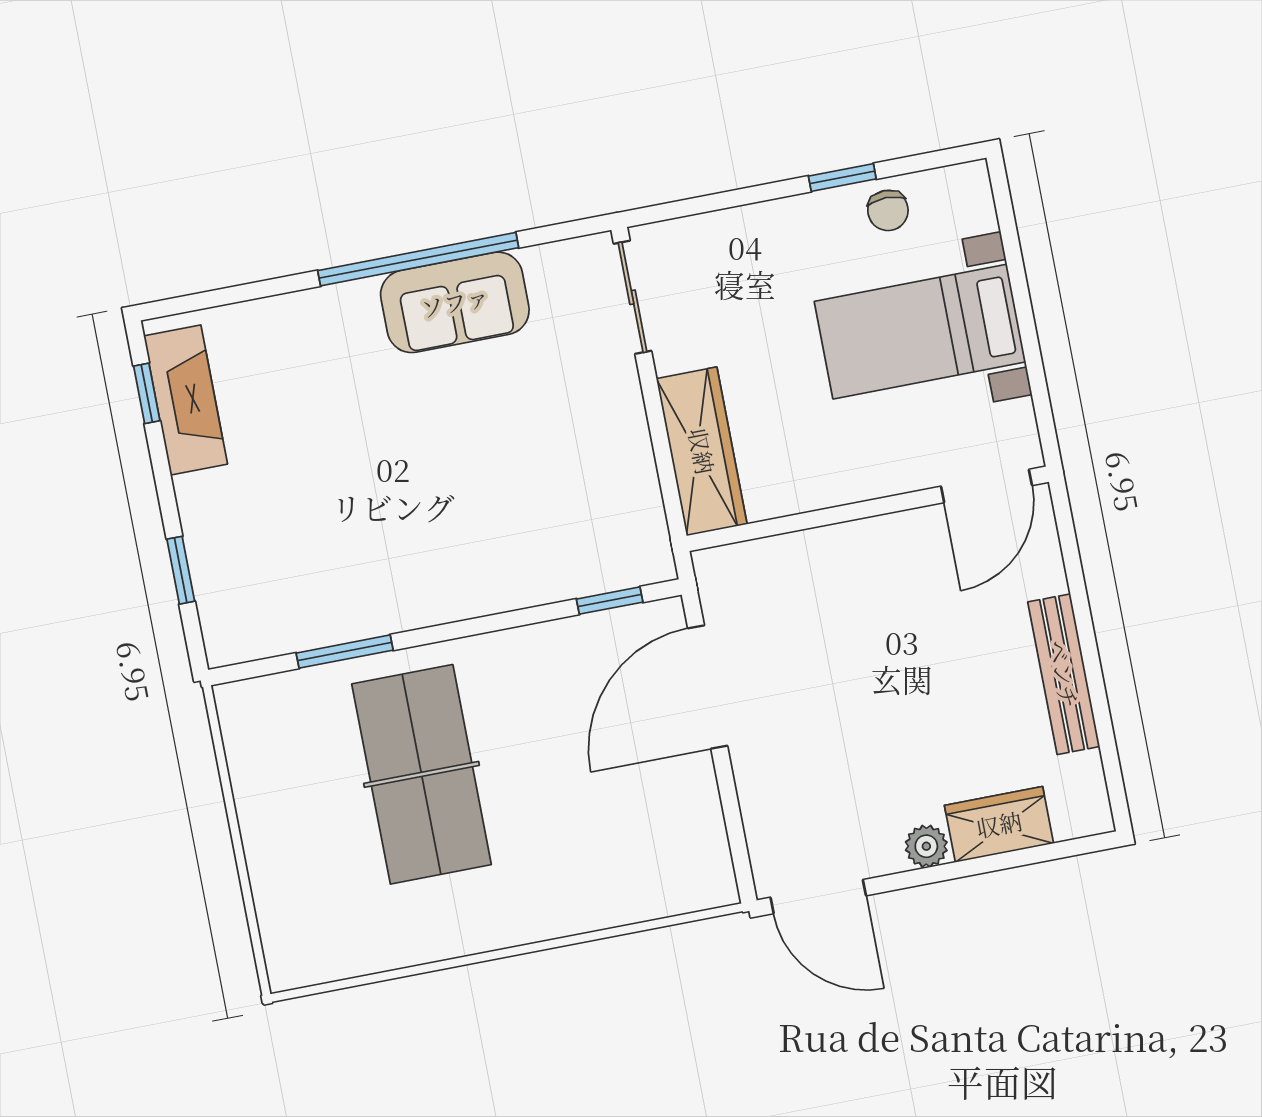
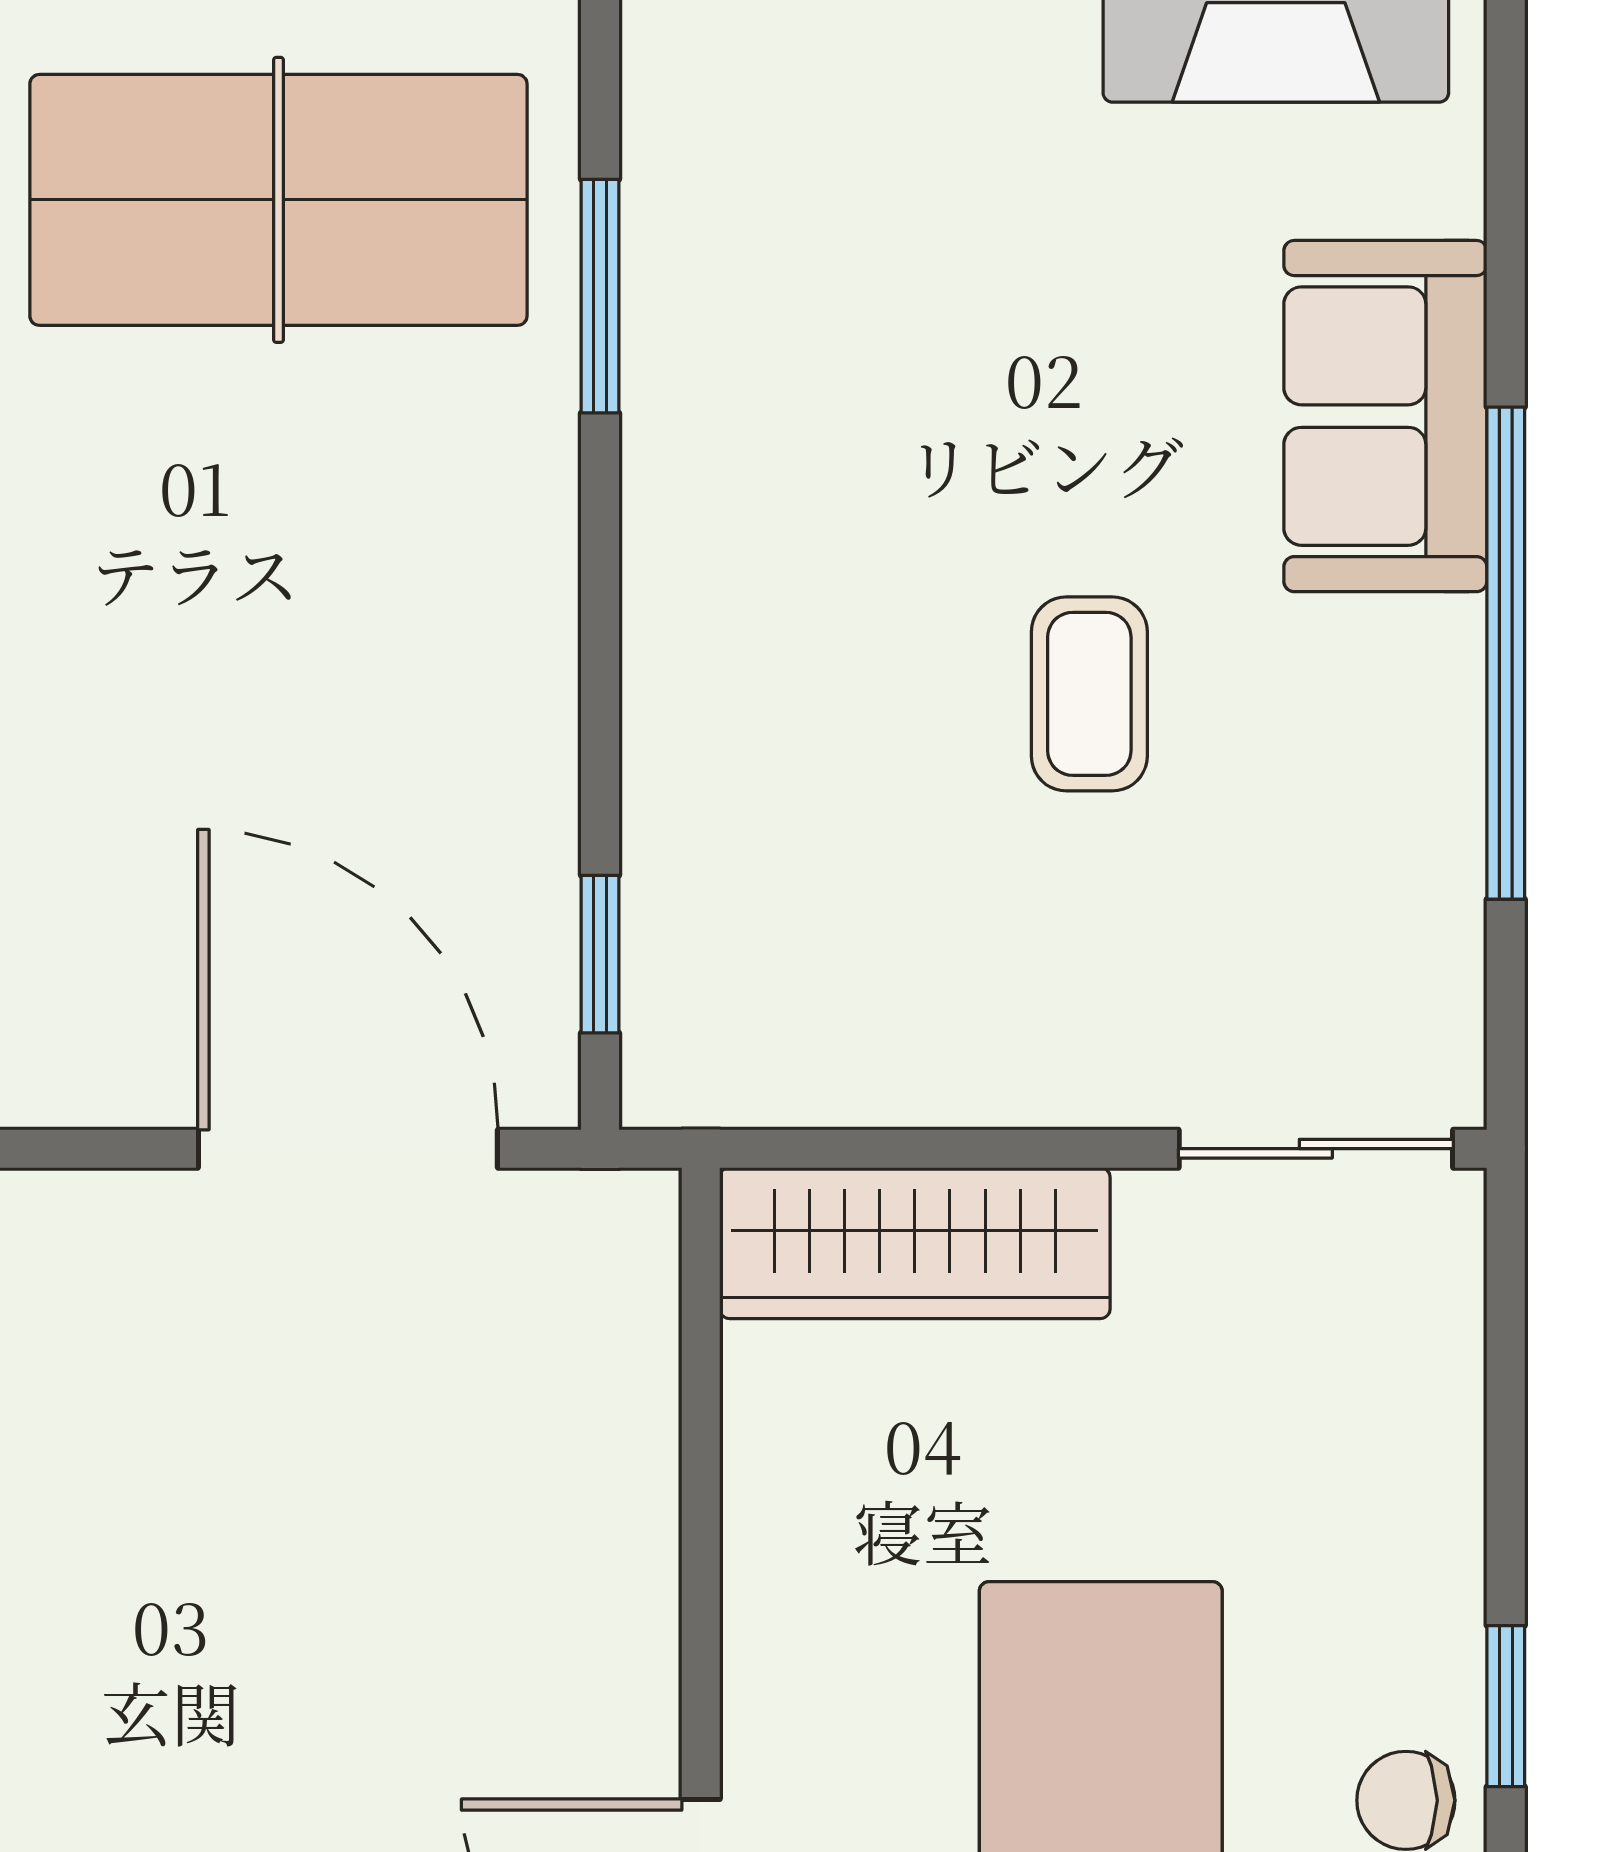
sofa: (455, 302) -> (1385, 416), moved
coffee table: (467, 424) -> (1089, 694), added
table tennis table: (422, 774) -> (278, 200), moved

